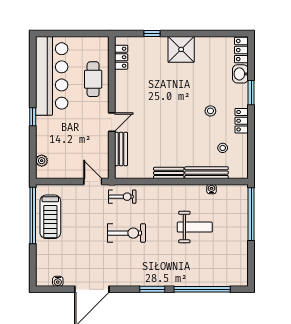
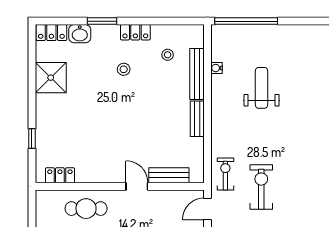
shower: (181, 49) -> (51, 78), moved
exercise bike: (126, 233) -> (261, 187), moved

